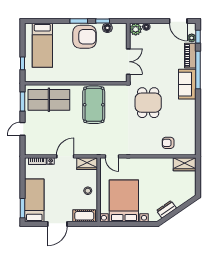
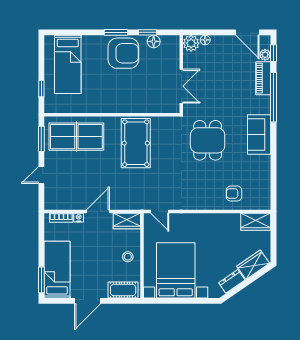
sofa: (187, 84) -> (259, 134), moved
wardrobe: (183, 197) -> (253, 265), added

